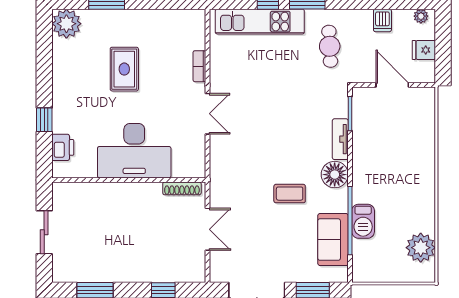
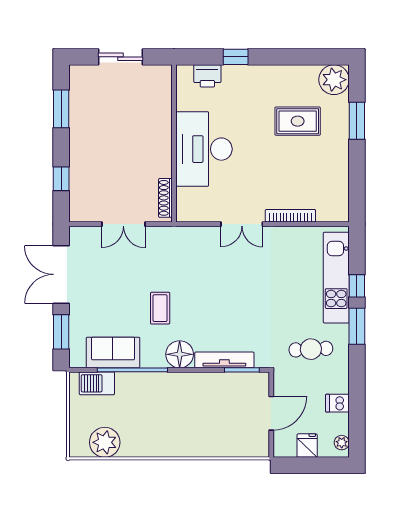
bookcase: (199, 66) -> (290, 216), width x1.56
rug: (124, 69) -> (298, 121), moved
tv unit: (340, 139) -> (224, 360), width x1.41
barbecue: (363, 221) -> (97, 383), moved

